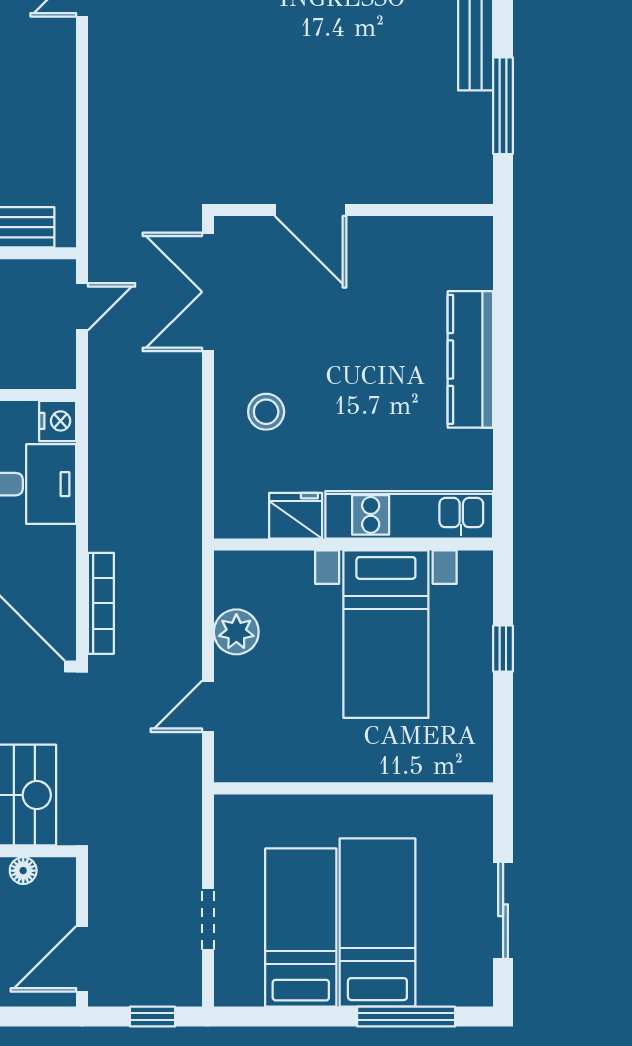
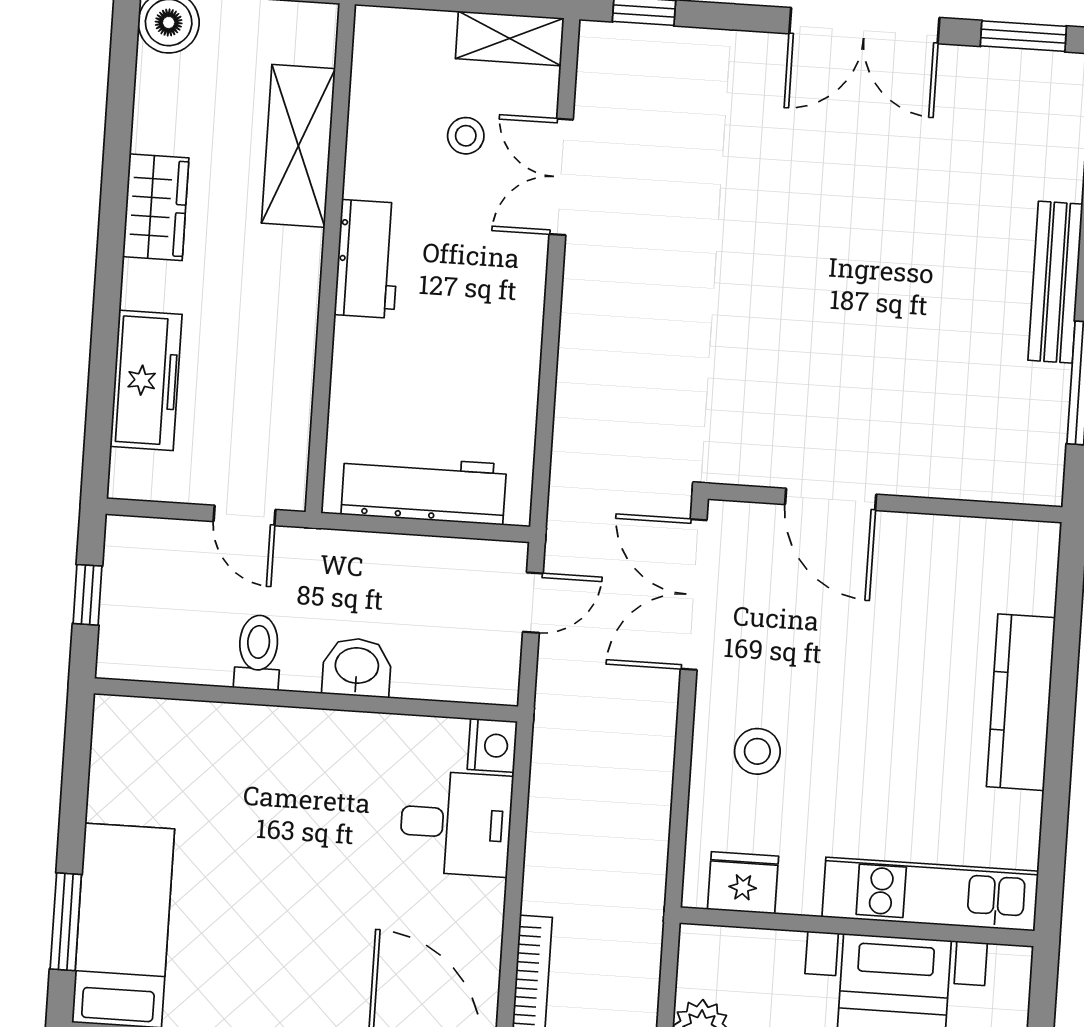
fridge: (296, 516) -> (743, 883), moved

